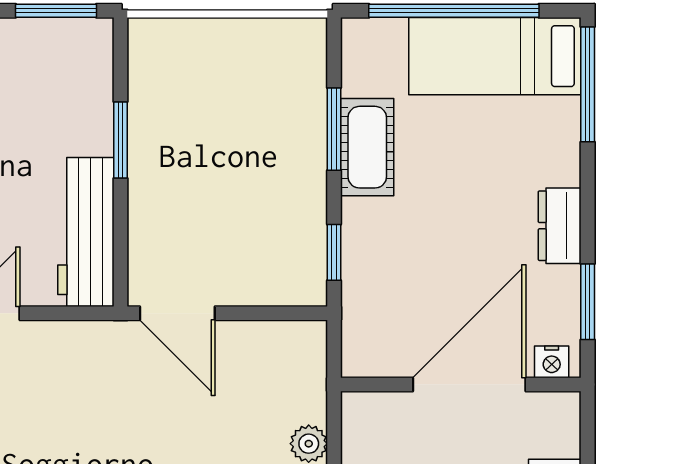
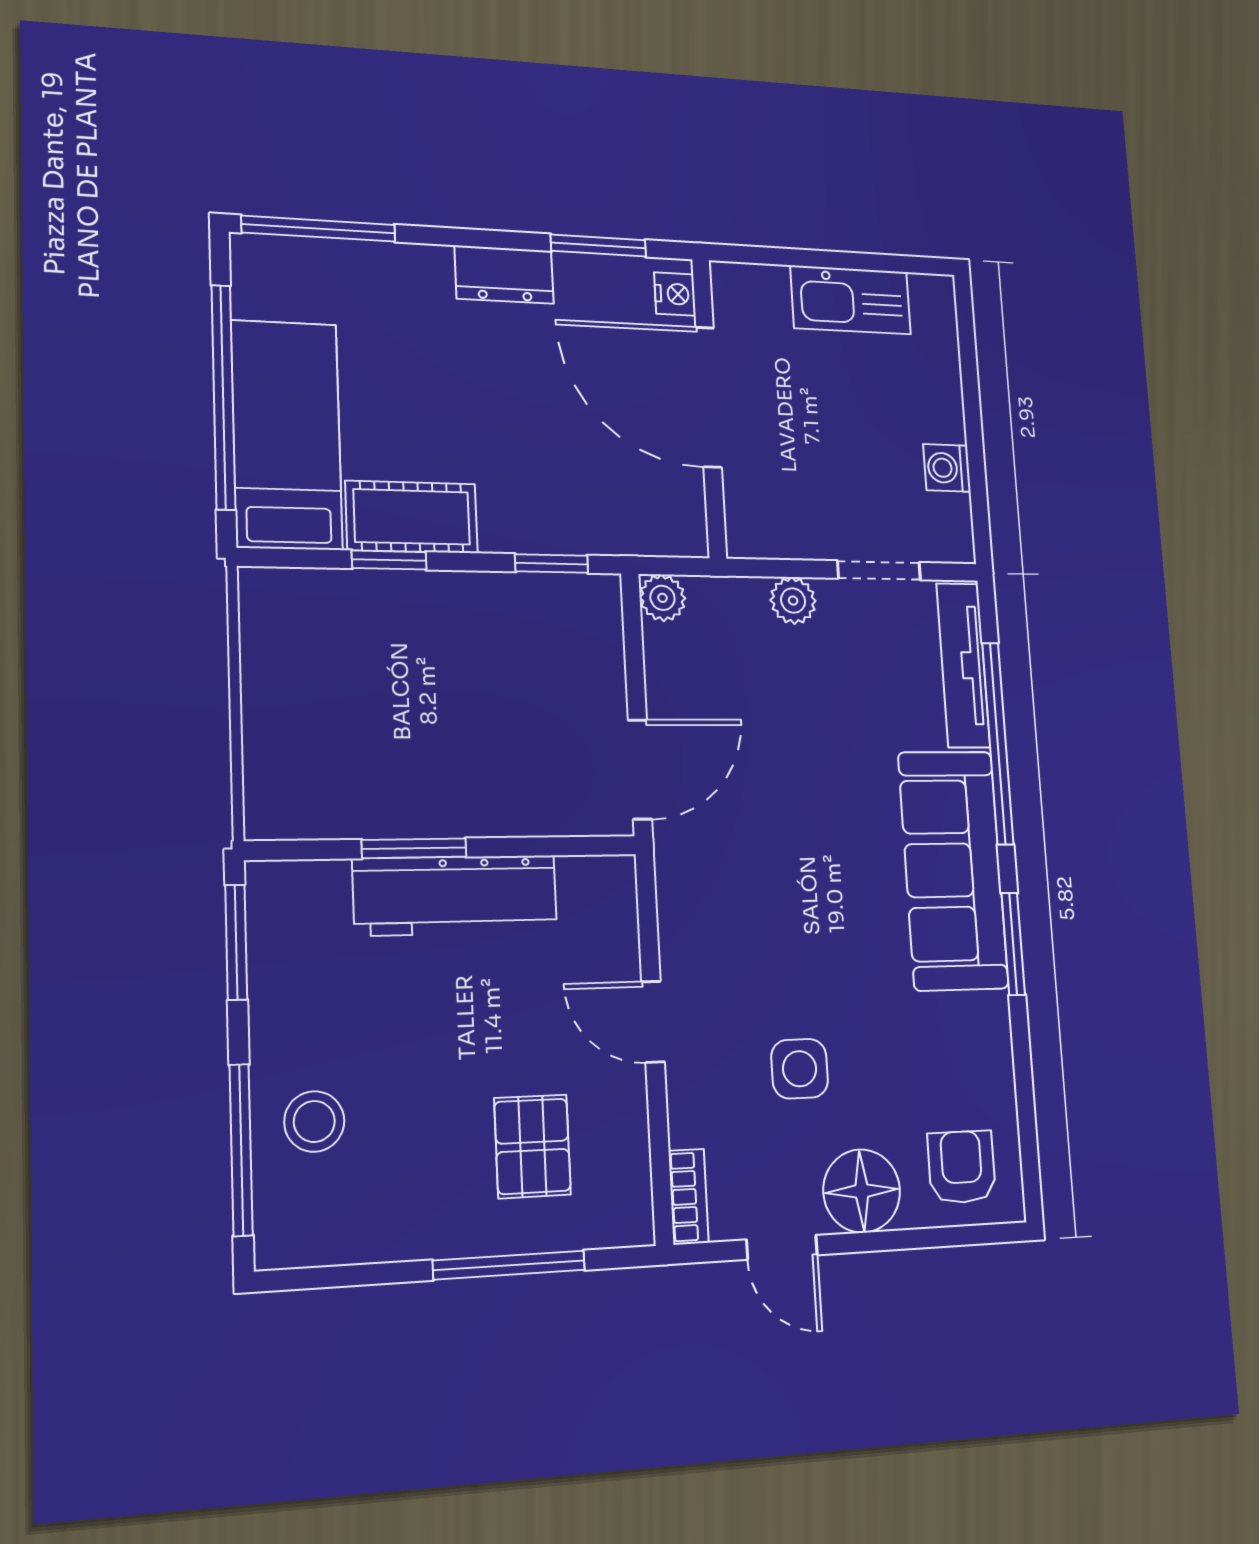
bed: (495, 56) -> (287, 435), moved, turned 180
window: (334, 129) -> (389, 560), width x0.67
workbench: (86, 232) -> (455, 895), moved
plant: (309, 338) -> (662, 598), added

